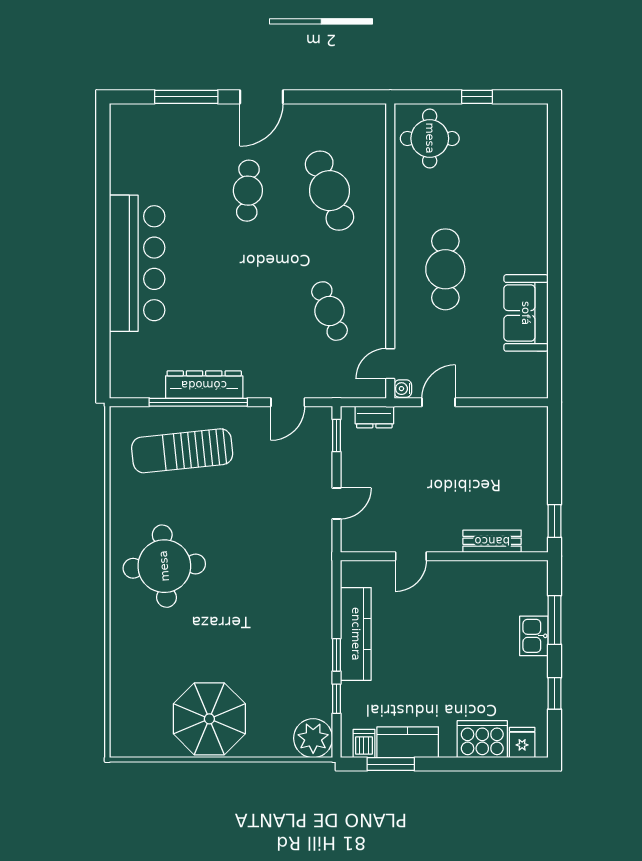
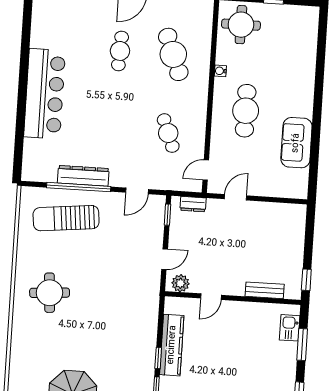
water cooler: (403, 389) -> (220, 71), moved
plant: (363, 539) -> (180, 283), added
round table: (164, 566) -> (50, 293), width x0.73, depth x0.73
kitchen sink: (534, 636) -> (290, 328), moved

